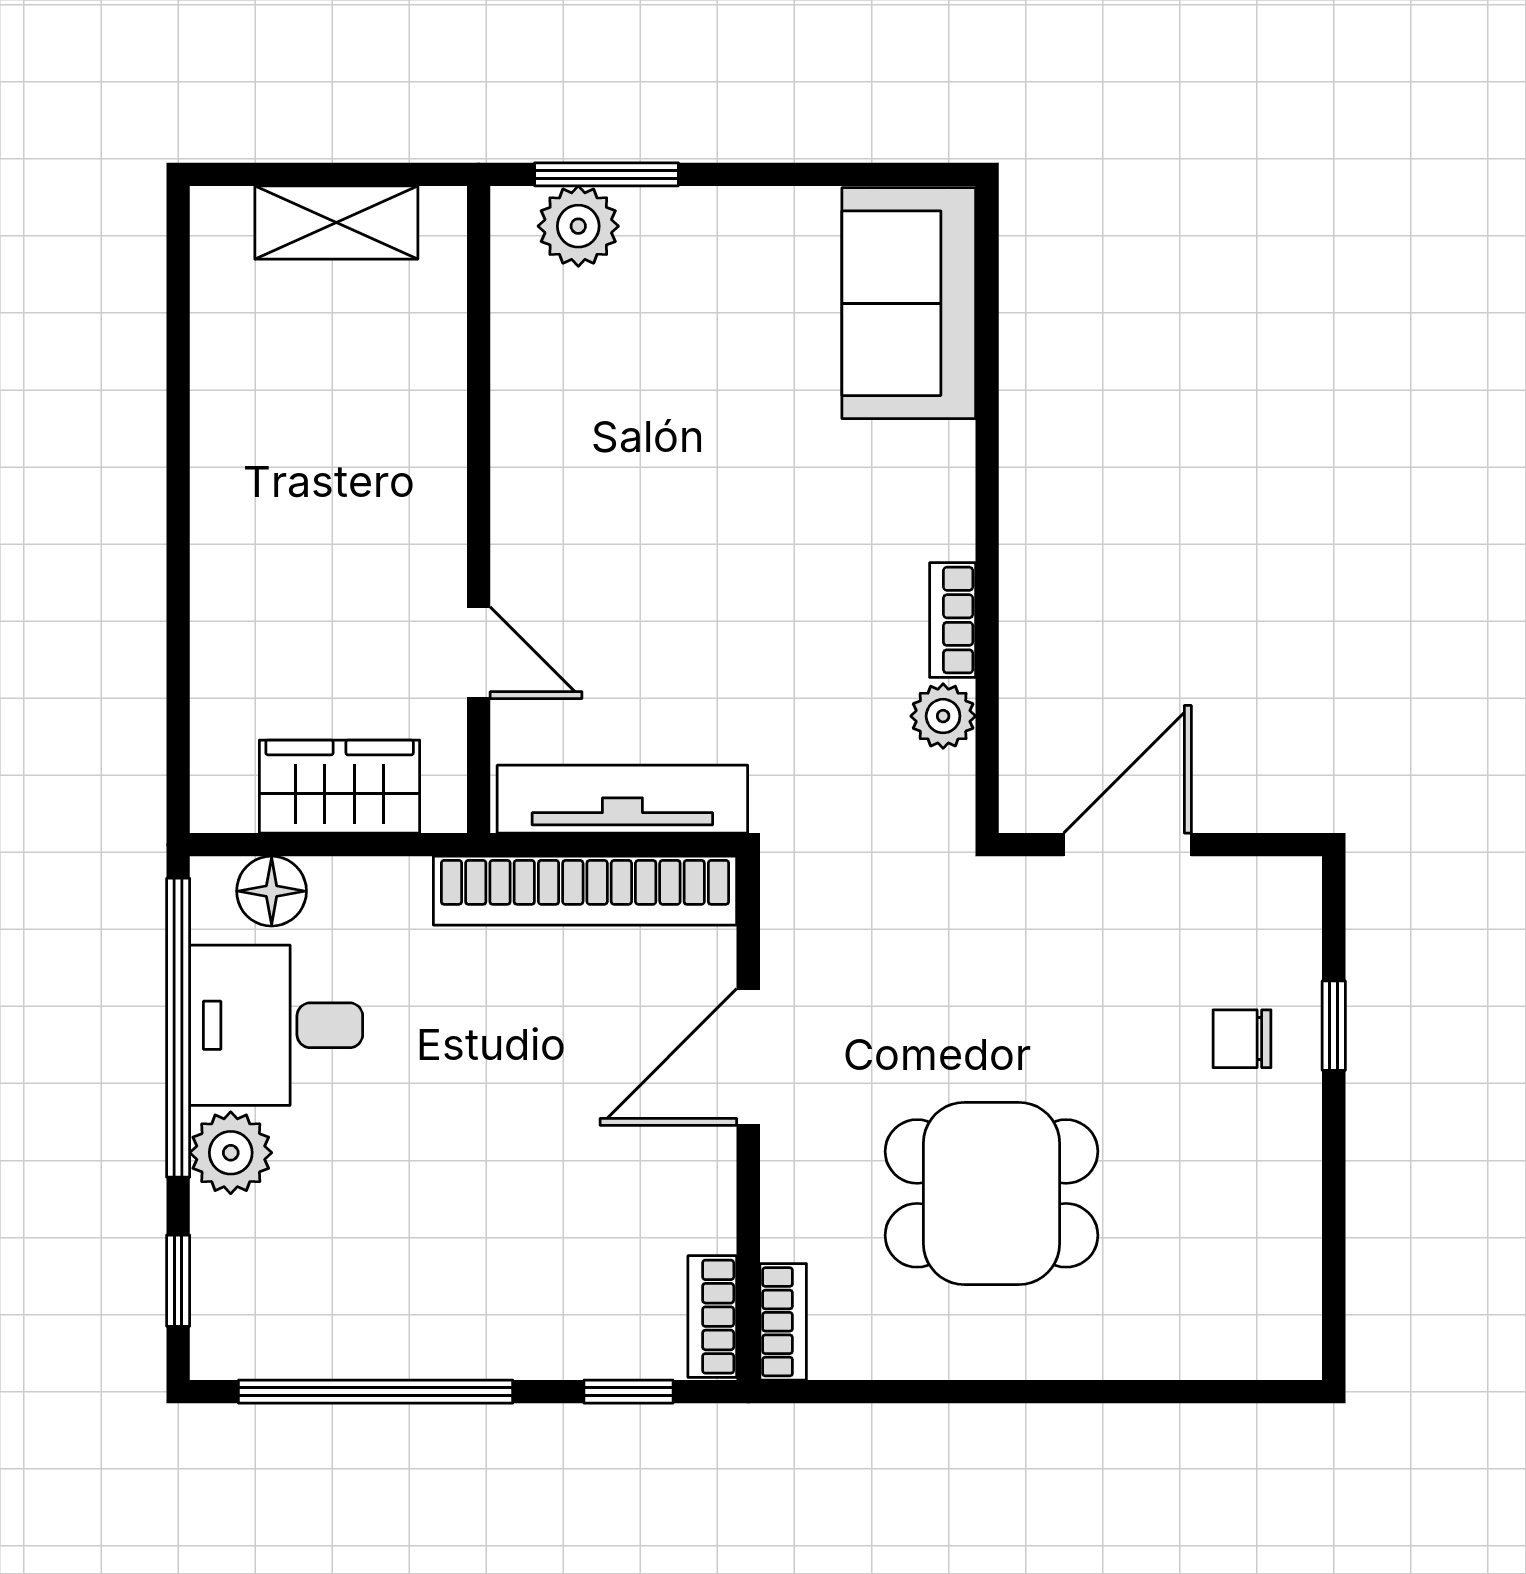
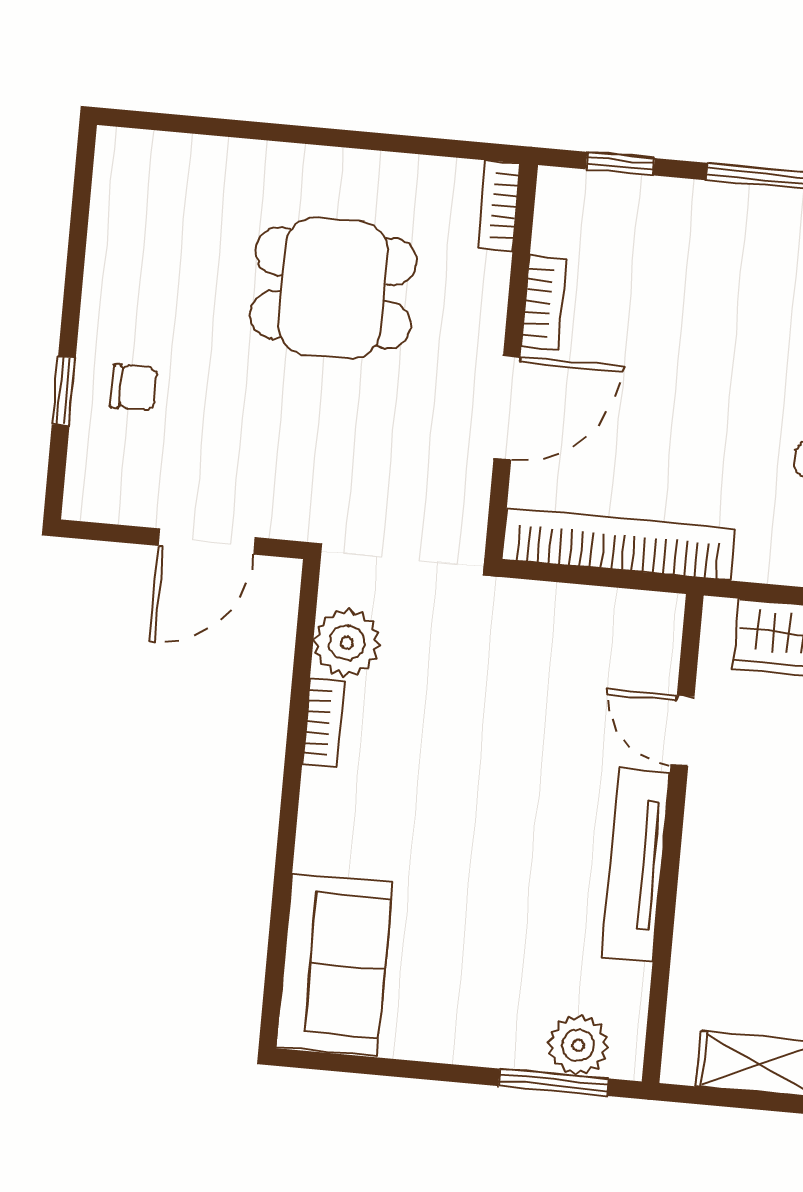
plant: (943, 716) -> (347, 643), width x1.38, depth x1.38
tv unit: (622, 799) -> (636, 865), moved, turned 90
bookcase: (712, 1317) -> (544, 303), moved

